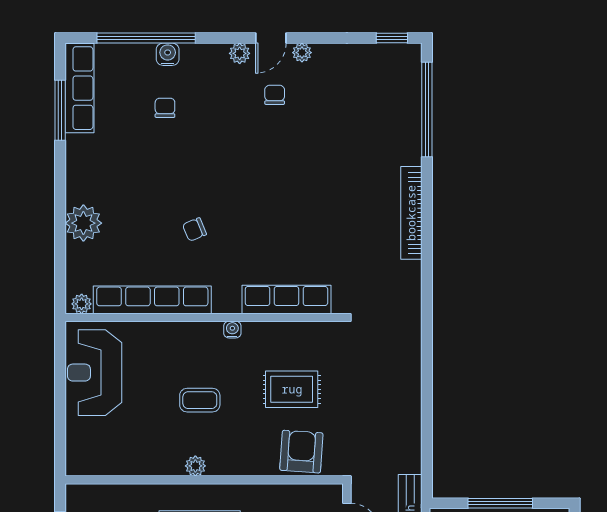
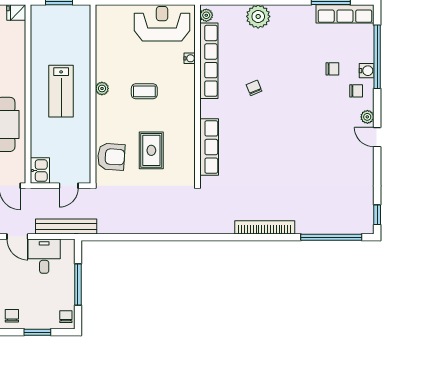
plant: (302, 53) -> (368, 157), removed
chair: (275, 95) -> (356, 91), moved
water cooler: (232, 330) -> (190, 58), moved
coffee table: (200, 400) -> (144, 91), turned 90

